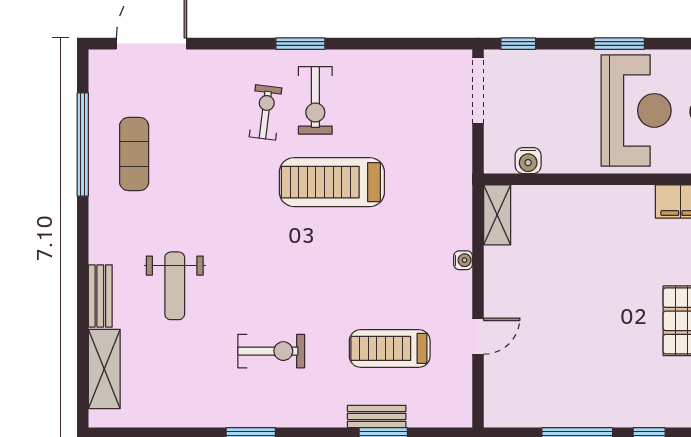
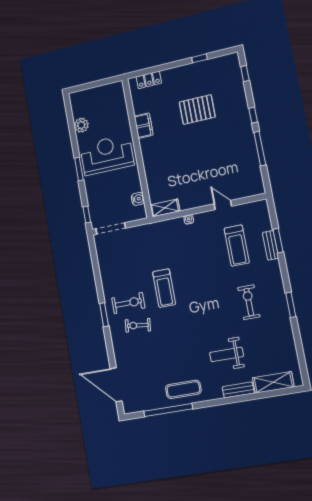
exercise mat: (134, 154) -> (183, 389), moved
treadmill: (332, 182) -> (164, 288), width x0.73, depth x0.73
weight bench: (175, 286) -> (226, 354), turned 180

